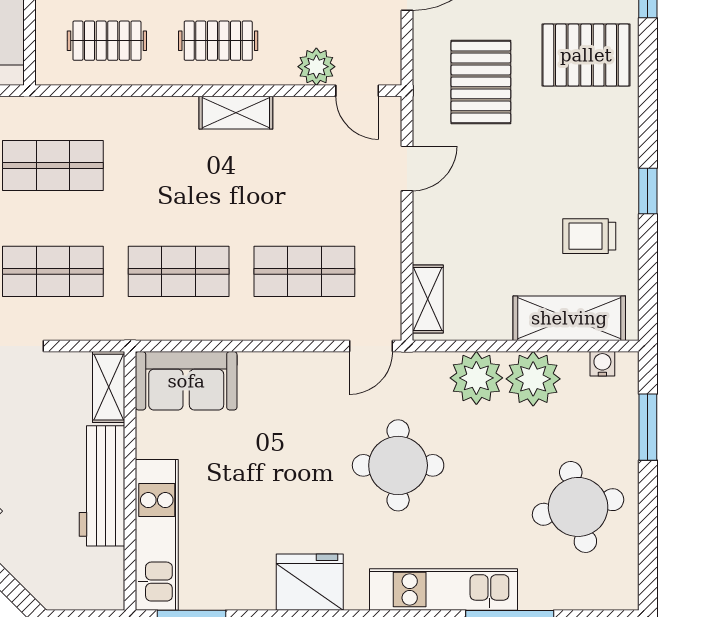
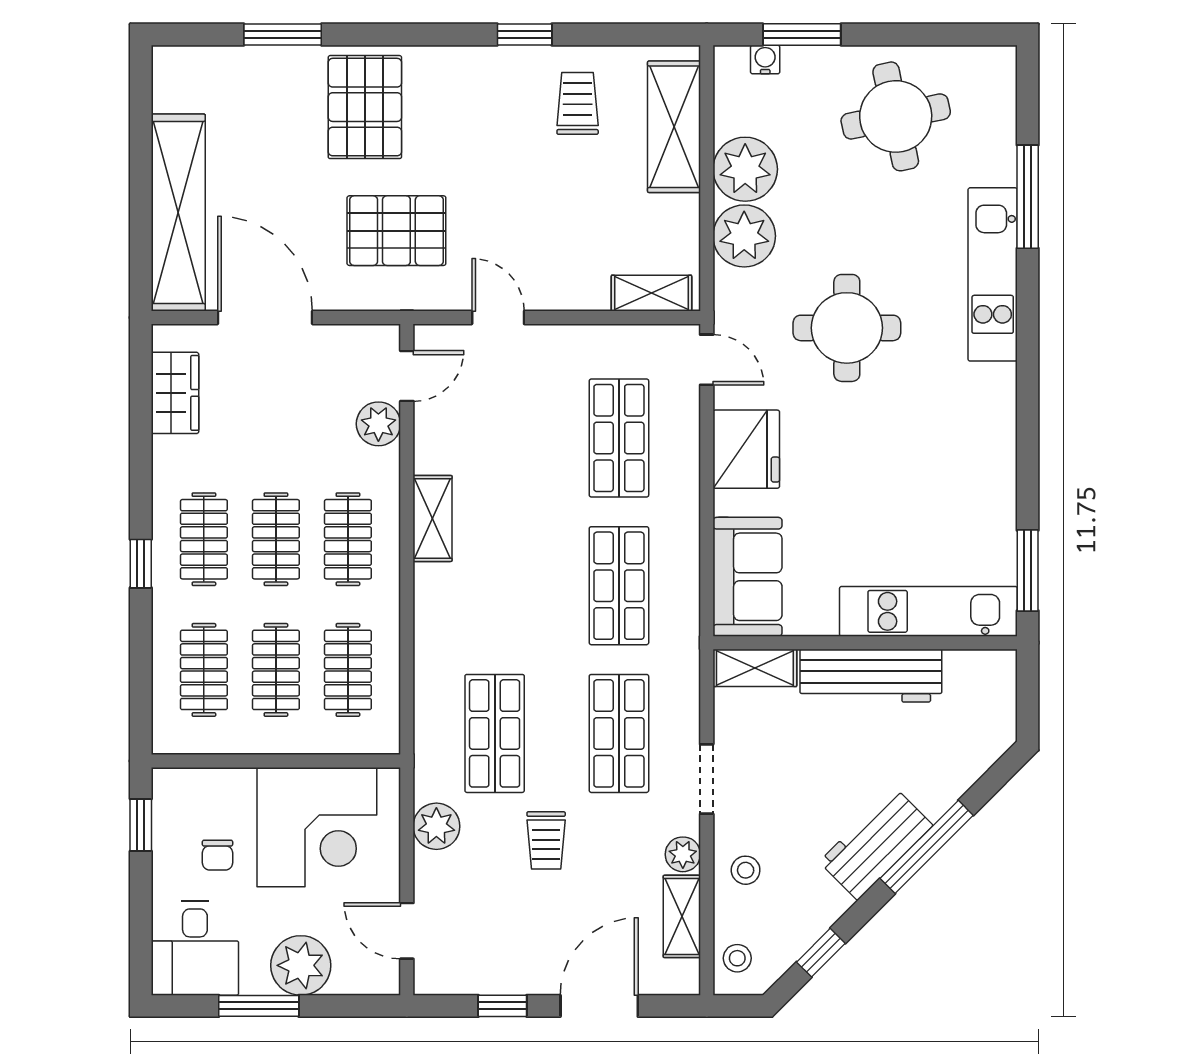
trolley: (589, 236) -> (578, 103), turned 180
water cooler: (602, 364) -> (765, 60), moved, turned 90
fridge: (310, 582) -> (746, 449), moved, turned 180

